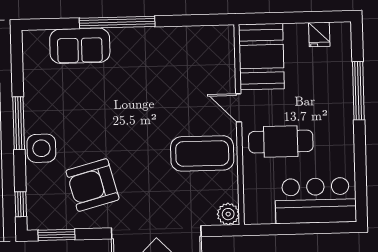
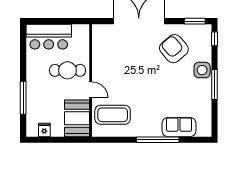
coffee table: (202, 153) -> (113, 115), moved
armchair: (93, 185) -> (174, 49), turned -116
plant: (228, 214) -> (98, 30), removed

